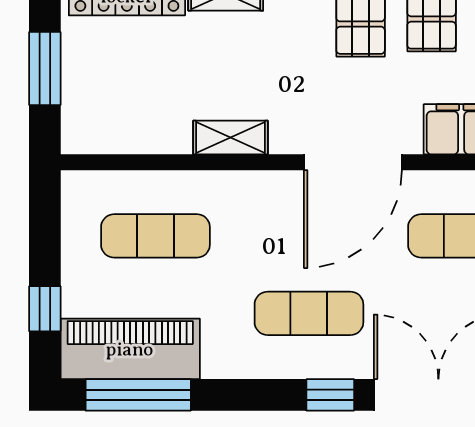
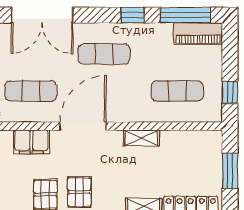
window: (45, 309) -> (230, 92), moved
piano: (130, 349) -> (198, 34), width x0.73, depth x0.75
window: (330, 395) -> (133, 15), moved

